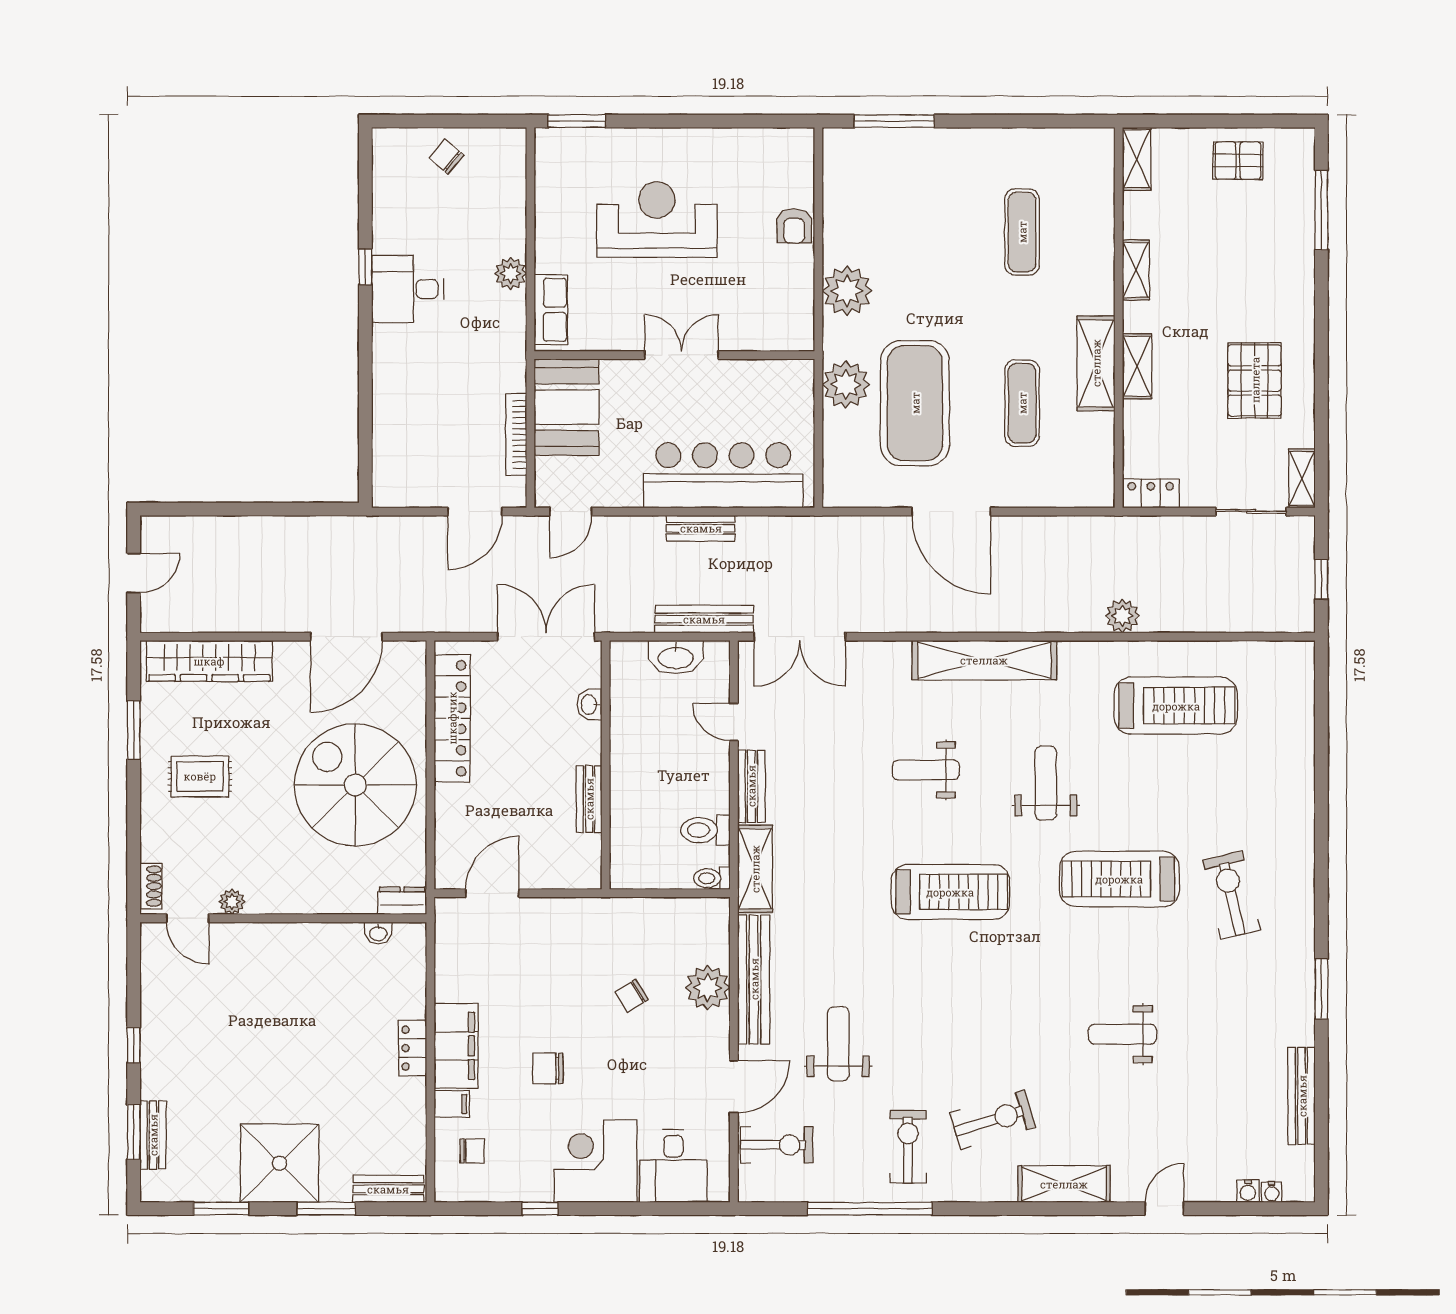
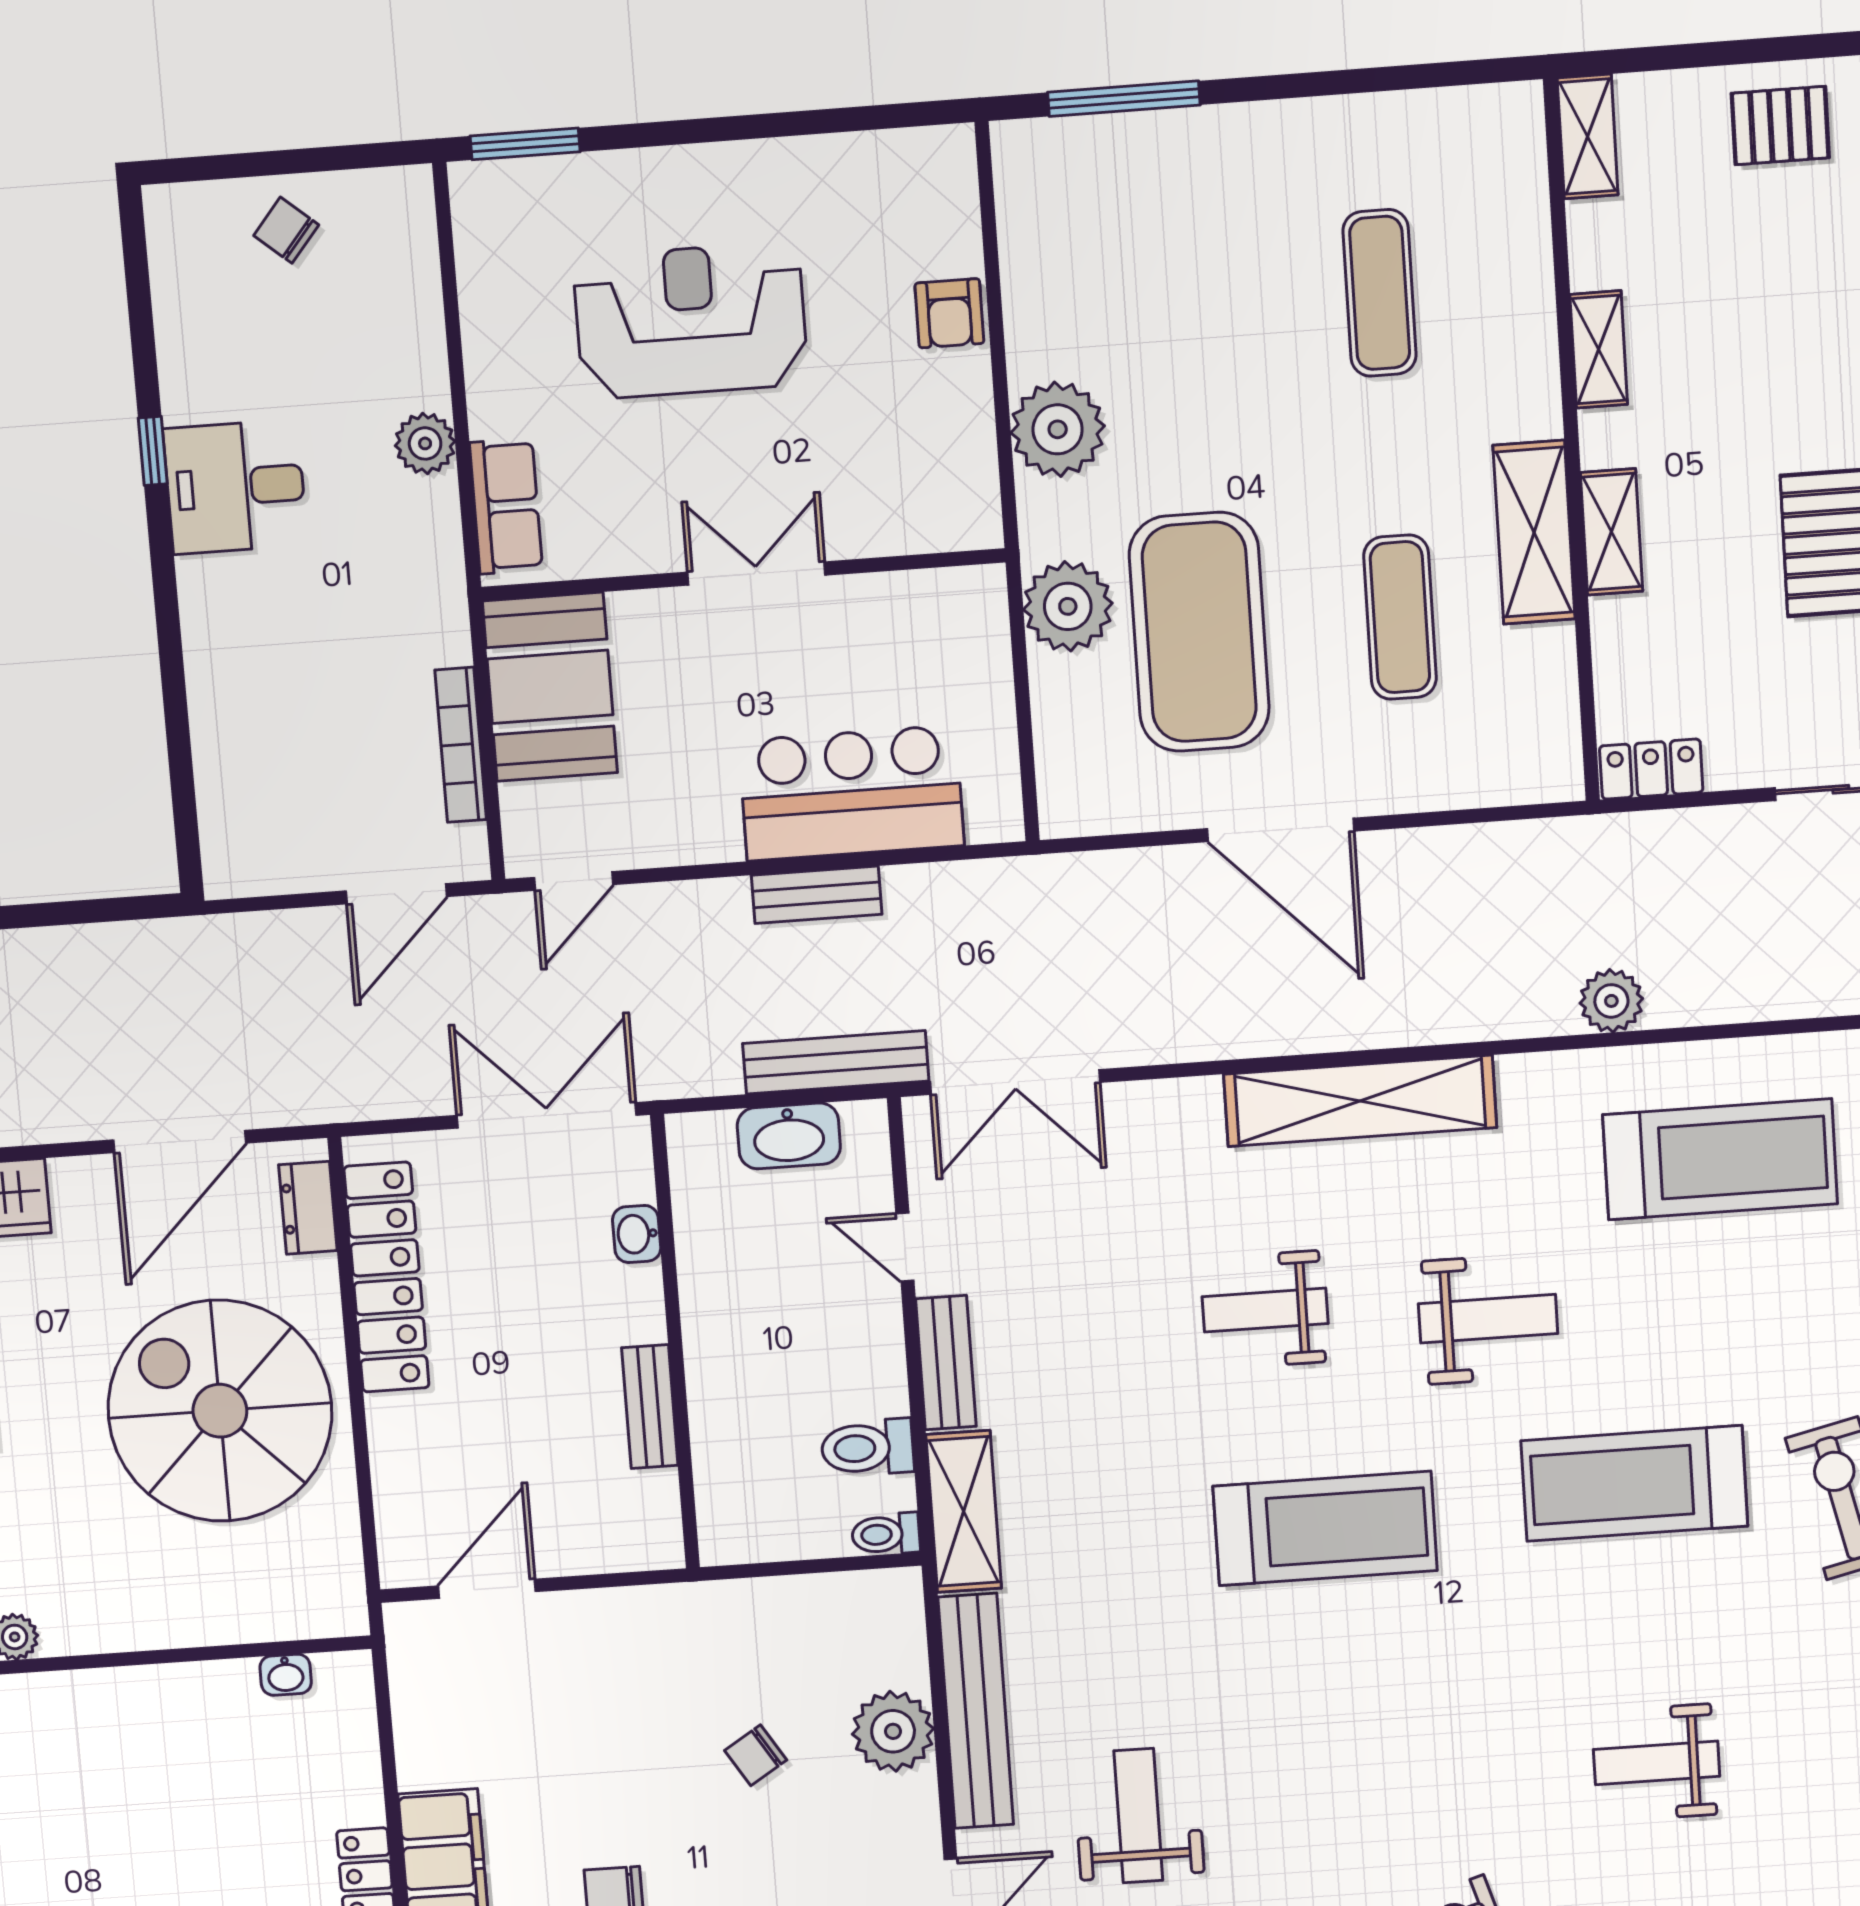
bar counter: (723, 475) -> (851, 793), width x0.73
weight bench: (1046, 783) -> (1488, 1319), turned 90
dresser: (402, 901) -> (308, 1208), moved, turned -90

